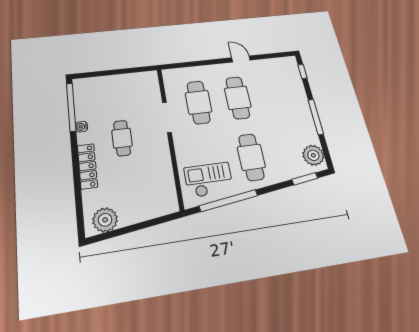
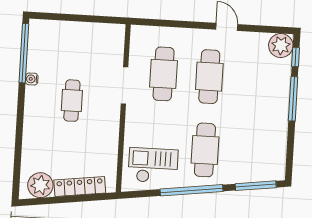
window: (316, 117) -> (293, 99), moved
plant: (313, 155) -> (281, 46), moved
locker: (87, 166) -> (80, 187), moved, turned -97
window: (305, 179) -> (256, 186), width x1.44
window: (228, 201) -> (191, 190), moved

